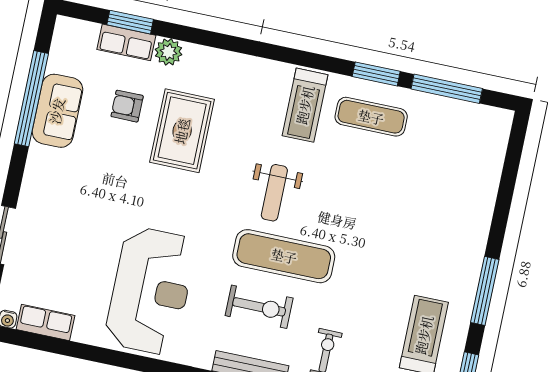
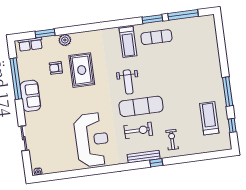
row of seats: (126, 42) -> (30, 44), moved
sofa: (57, 111) -> (30, 96), moved
row of seats: (46, 322) -> (54, 168), removed

